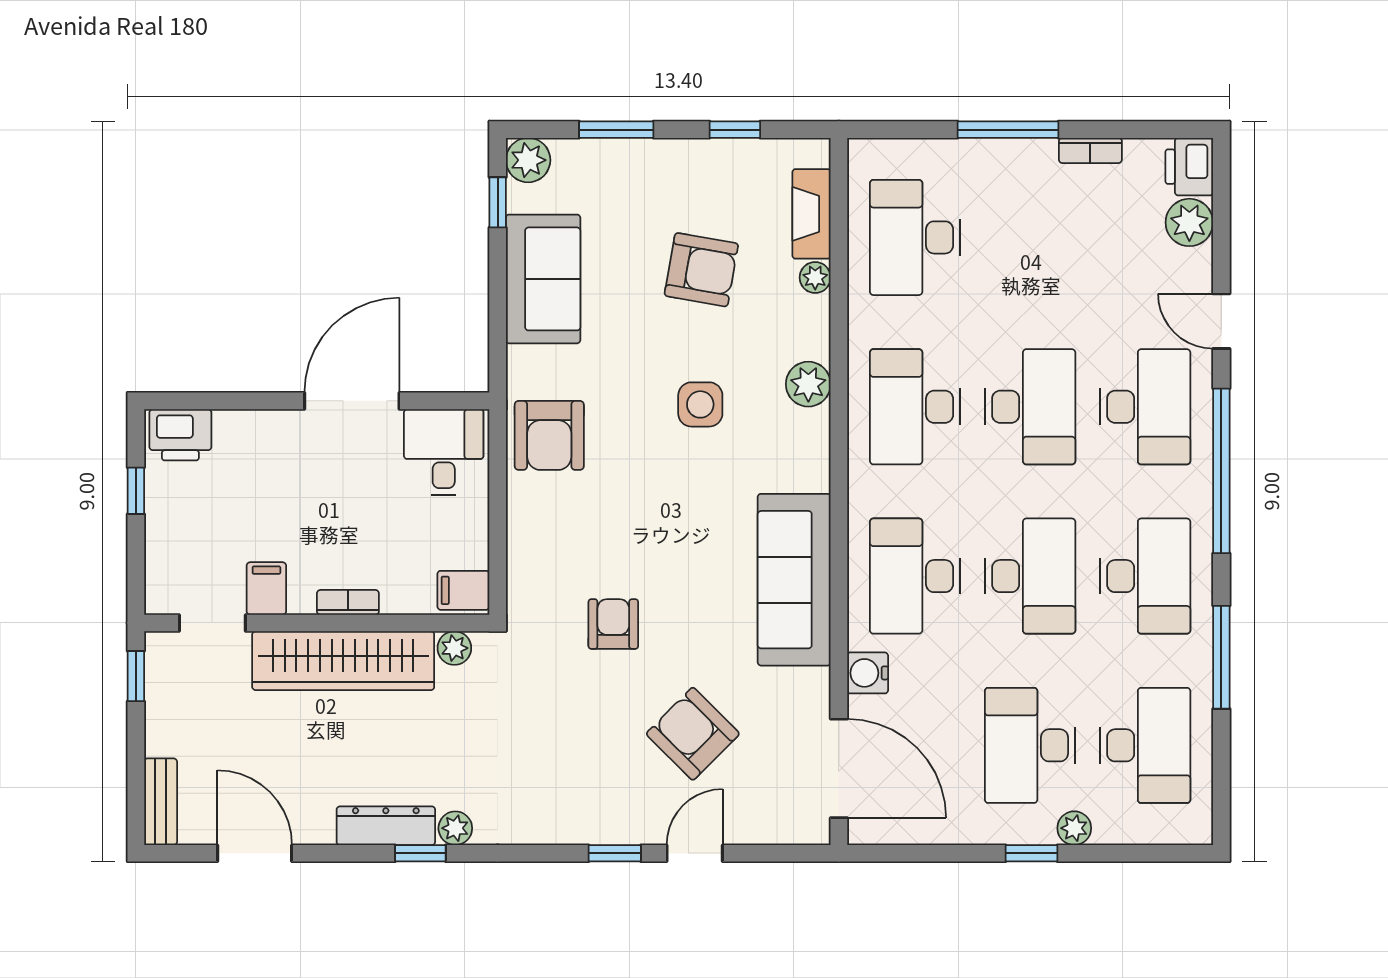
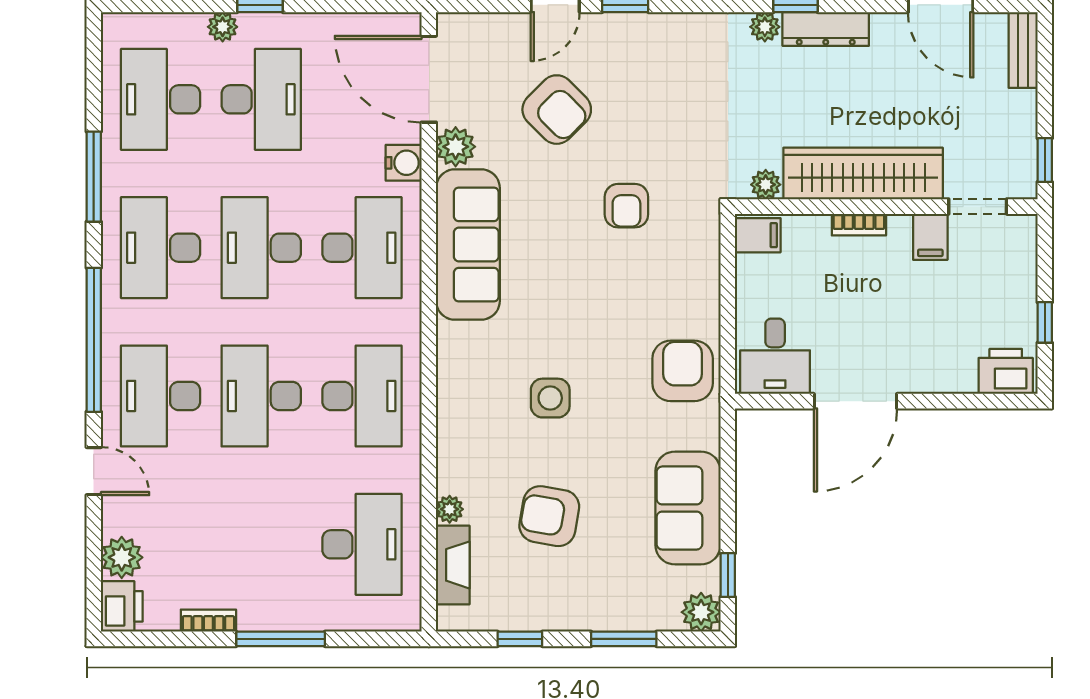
plant: (808, 384) -> (456, 147), moved

